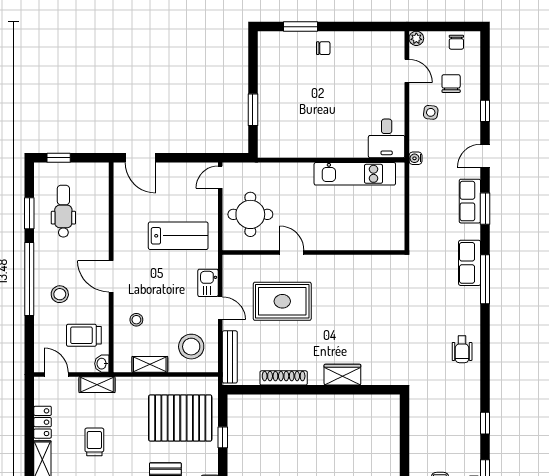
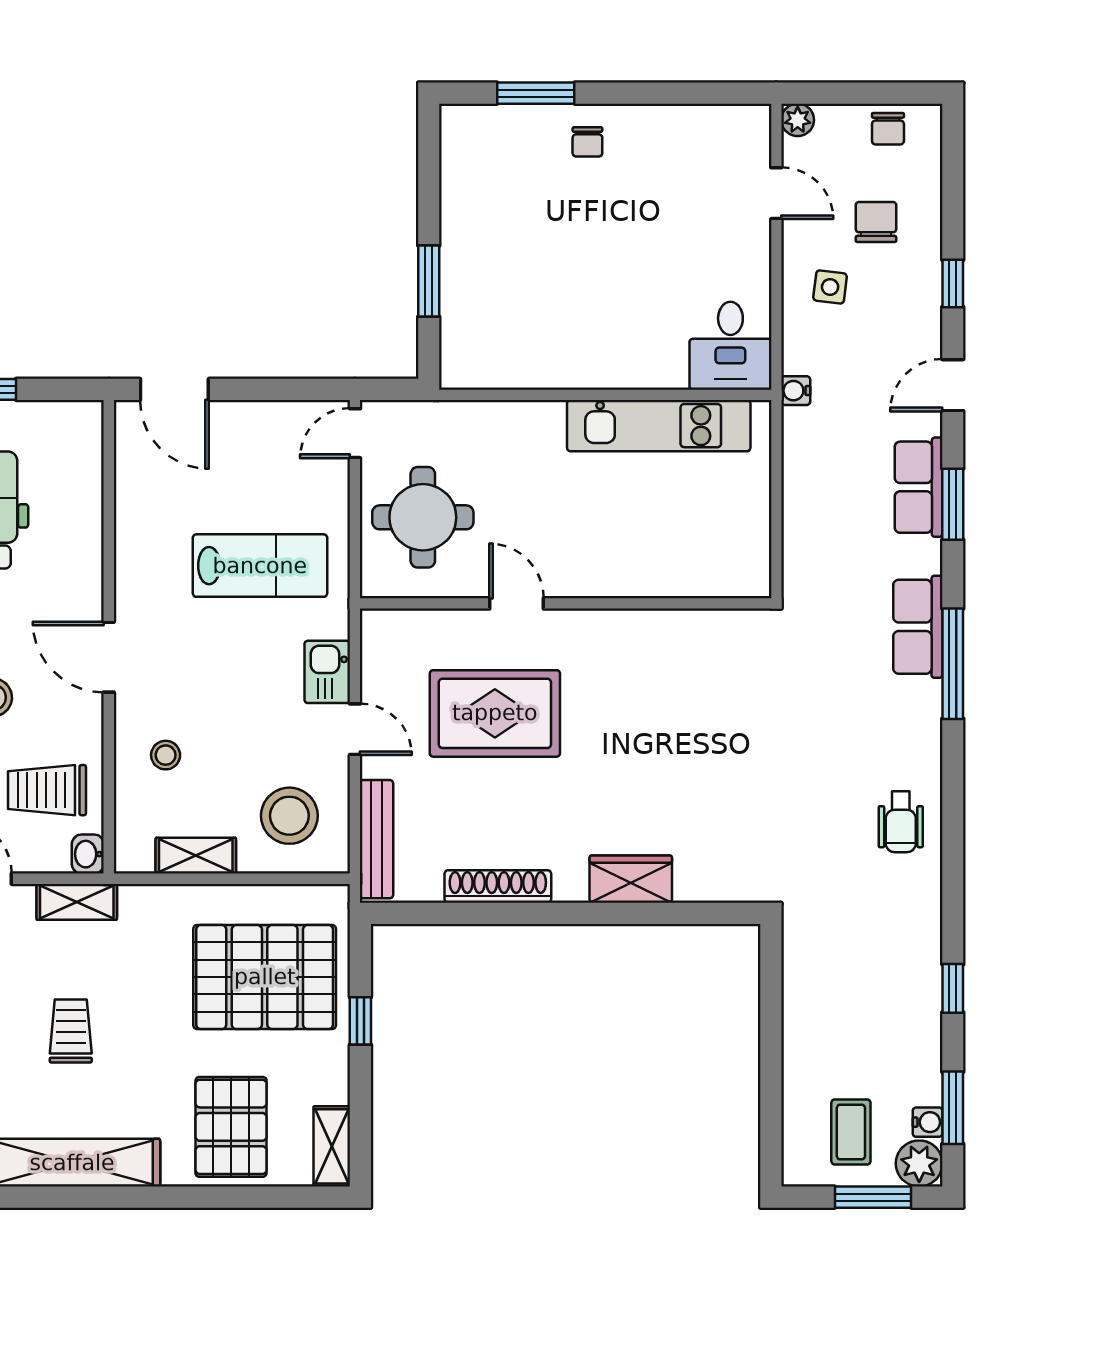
chair: (323, 48) -> (587, 142), turned 90

